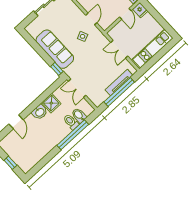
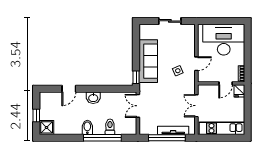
shower: (51, 103) -> (47, 127), moved
bidet: (79, 115) -> (87, 127), moved

